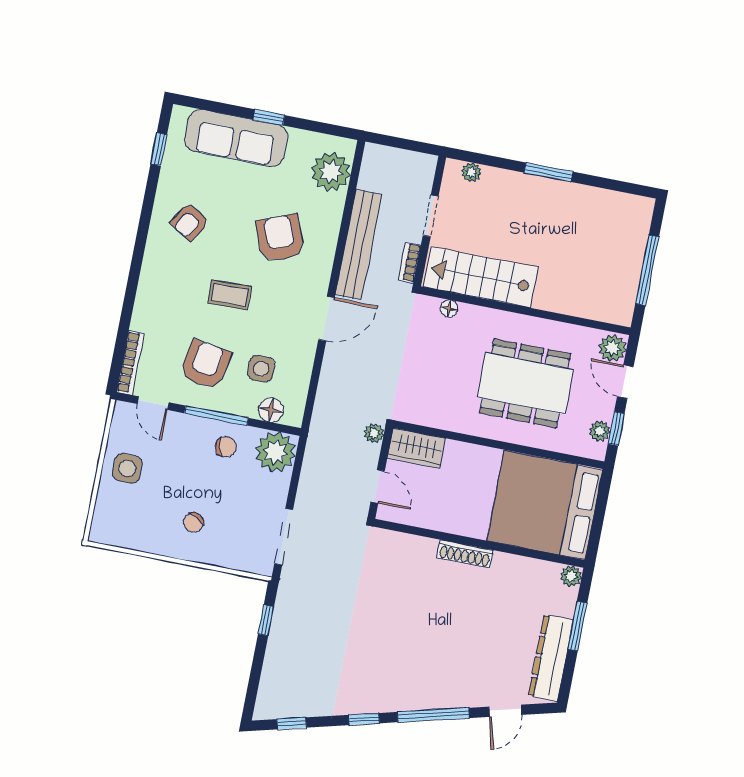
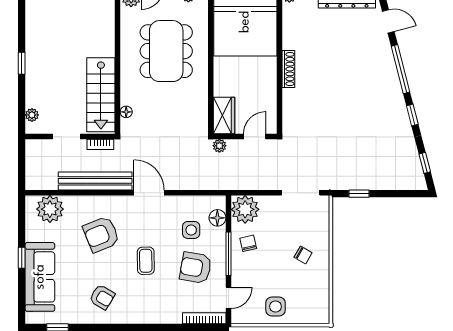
window: (549, 172) -> (22, 63), width x0.67

